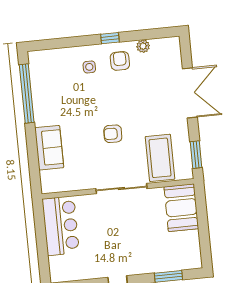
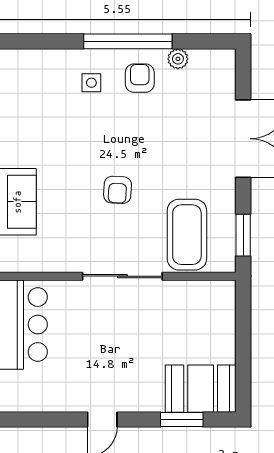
window: (110, 38) -> (128, 41), width x3.17
armchair: (113, 134) -> (118, 190), turned -88
booth: (181, 208) -> (201, 389), moved, turned 90

